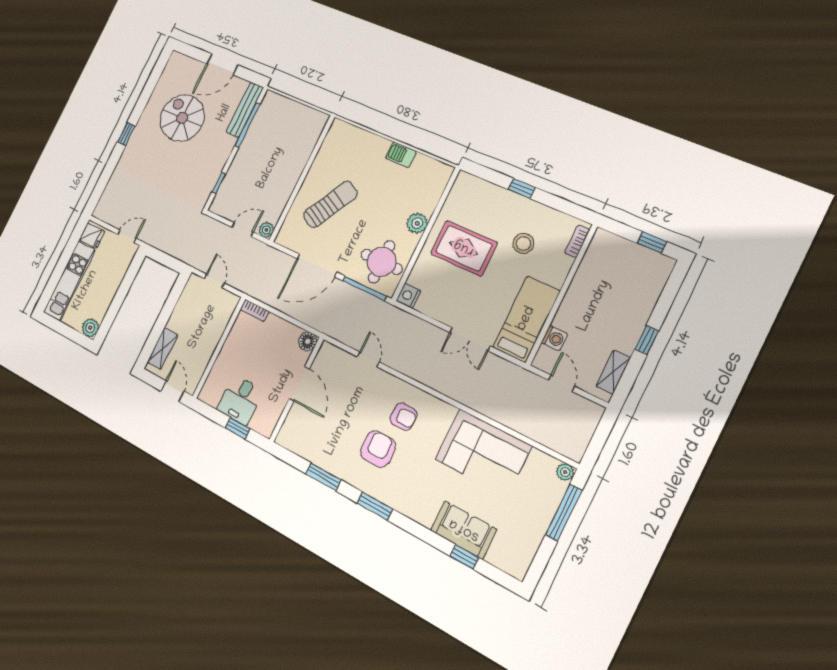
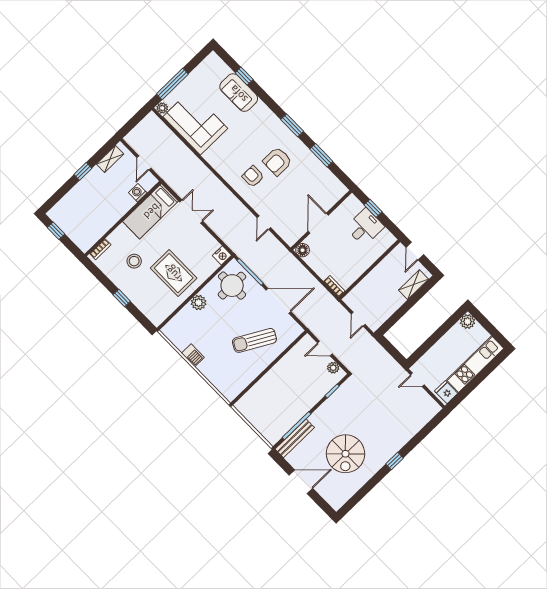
plant: (266, 230) -> (333, 368), moved
corner sofa: (483, 453) -> (195, 123), moved

